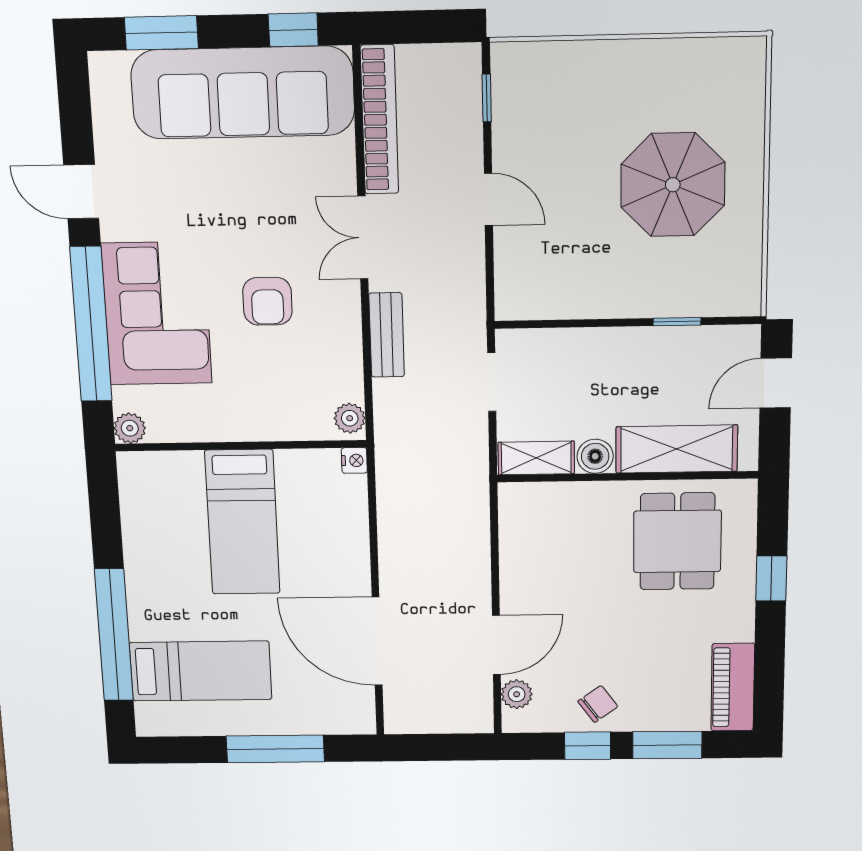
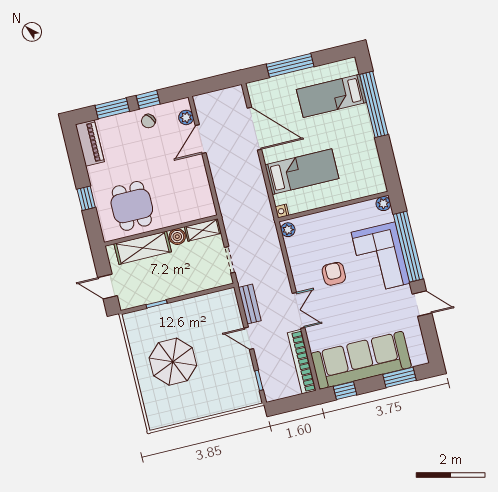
bench: (387, 335) -> (250, 304), moved
door: (776, 383) -> (108, 287), swing flipped
bed: (242, 522) -> (302, 172), moved, turned 90

